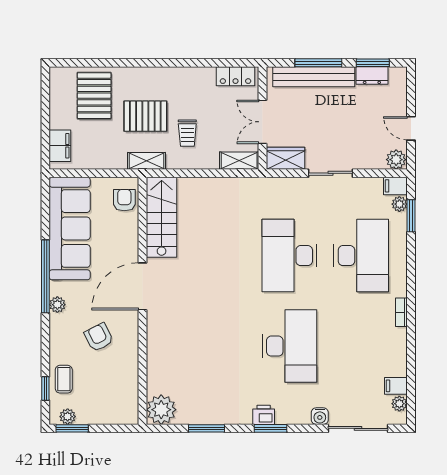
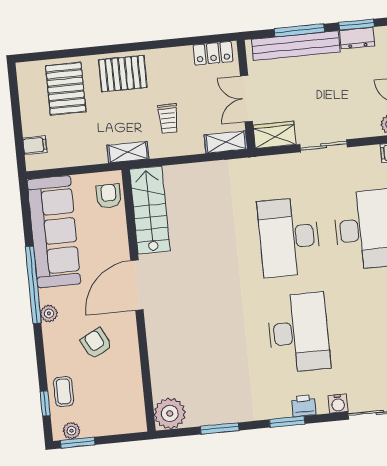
pallet: (145, 116) -> (123, 74), moved
filing cabinet: (60, 146) -> (35, 145), width x0.50
printer: (264, 415) -> (304, 406), moved

